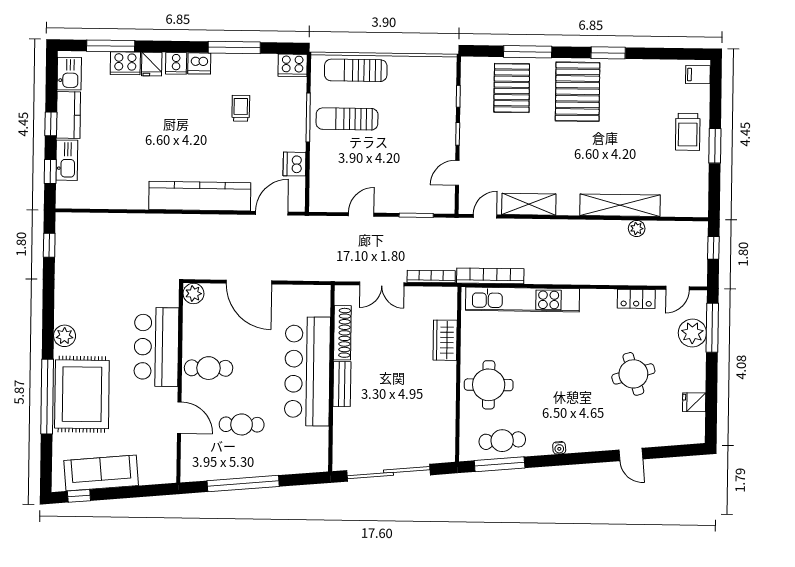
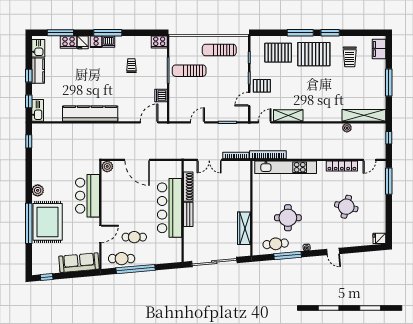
window: (234, 48) -> (108, 33), moved
window: (528, 52) -> (300, 33), moved
sun lounger: (356, 70) -> (219, 50), moved
filing cabinet: (698, 75) -> (379, 49), width x2.00
pallet: (512, 88) -> (278, 53), turned 90
pallet: (578, 92) -> (314, 54), turned 90
trolley: (688, 132) -> (350, 57), moved
window: (715, 146) -> (389, 82), width x1.44
pallet: (481, 149) -> (262, 86), added
kitchen sink: (67, 160) -> (38, 110), moved
kitchen counter: (200, 196) -> (90, 114), moved
shelving: (620, 205) -> (364, 115), moved
locker: (636, 299) -> (342, 166), width x1.53
plant: (692, 333) -> (378, 184), removed
wardrobe: (445, 340) -> (244, 228), moved, width x1.50
cafe table: (209, 368) -> (122, 259), moved
round table: (633, 374) -> (346, 207), turned 31
round table: (489, 385) -> (288, 218), moved
fridge: (694, 402) -> (379, 238), moved
door: (179, 418) -> (100, 234), hinge flipped
door: (631, 454) -> (333, 251), moved
window: (500, 464) -> (288, 256), moved
sofa: (101, 473) -> (79, 263), moved

